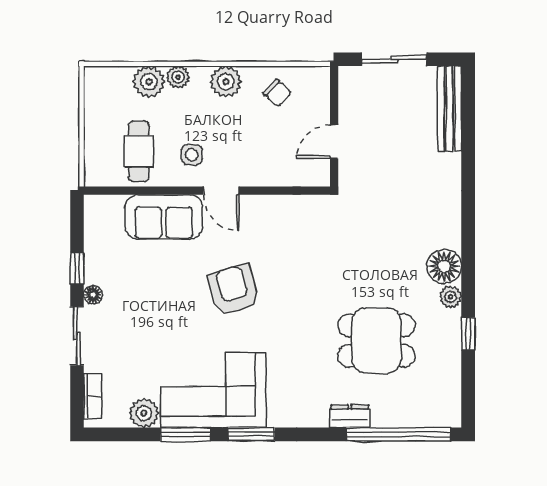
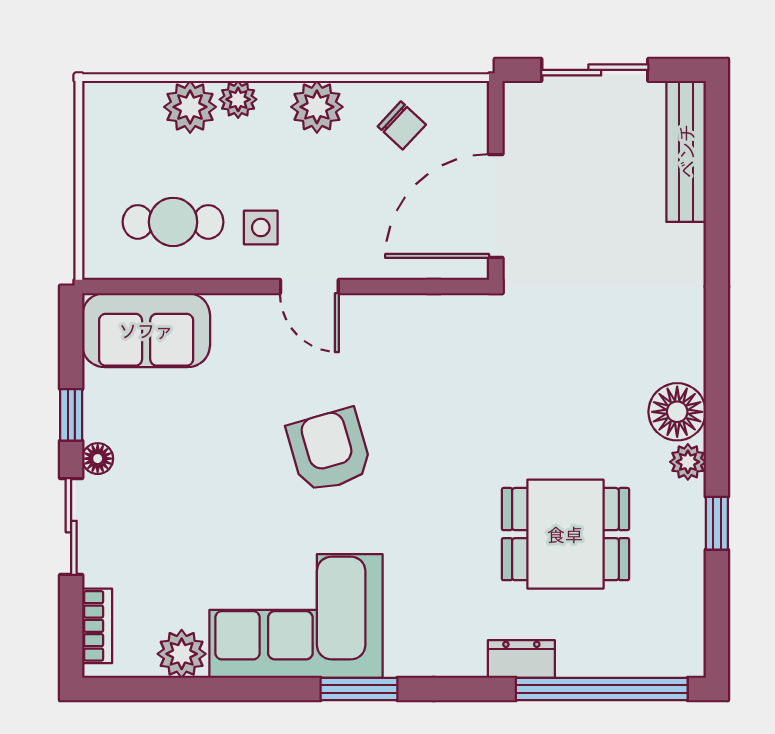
door: (334, 142) -> (496, 206), width x1.87
cafe table: (139, 151) -> (173, 222), turned 90
sofa: (164, 217) -> (146, 330), moved
window: (186, 434) -> (250, 689), removed

